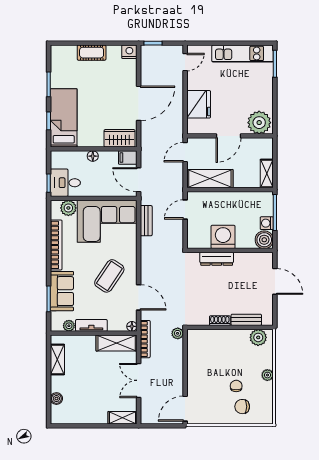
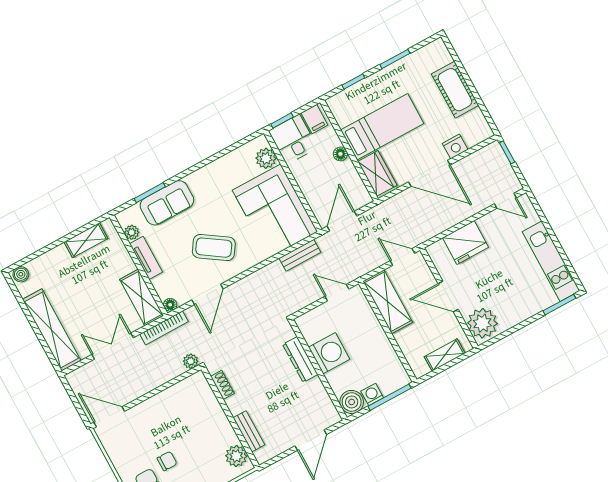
nightstand: (129, 52) -> (455, 147), moved, turned 90
cot: (92, 53) -> (455, 90), width x1.37, depth x1.34
bed: (64, 118) -> (382, 127), moved
filing cabinet: (128, 158) -> (314, 119), moved, turned 180
shelving: (267, 173) -> (445, 355), moved
bookcase: (56, 245) -> (216, 167), removed
shoe rack: (220, 321) -> (222, 385), moved
boiler: (56, 399) -> (21, 274), moved
shelving: (122, 418) -> (52, 330), width x2.20, depth x1.33

